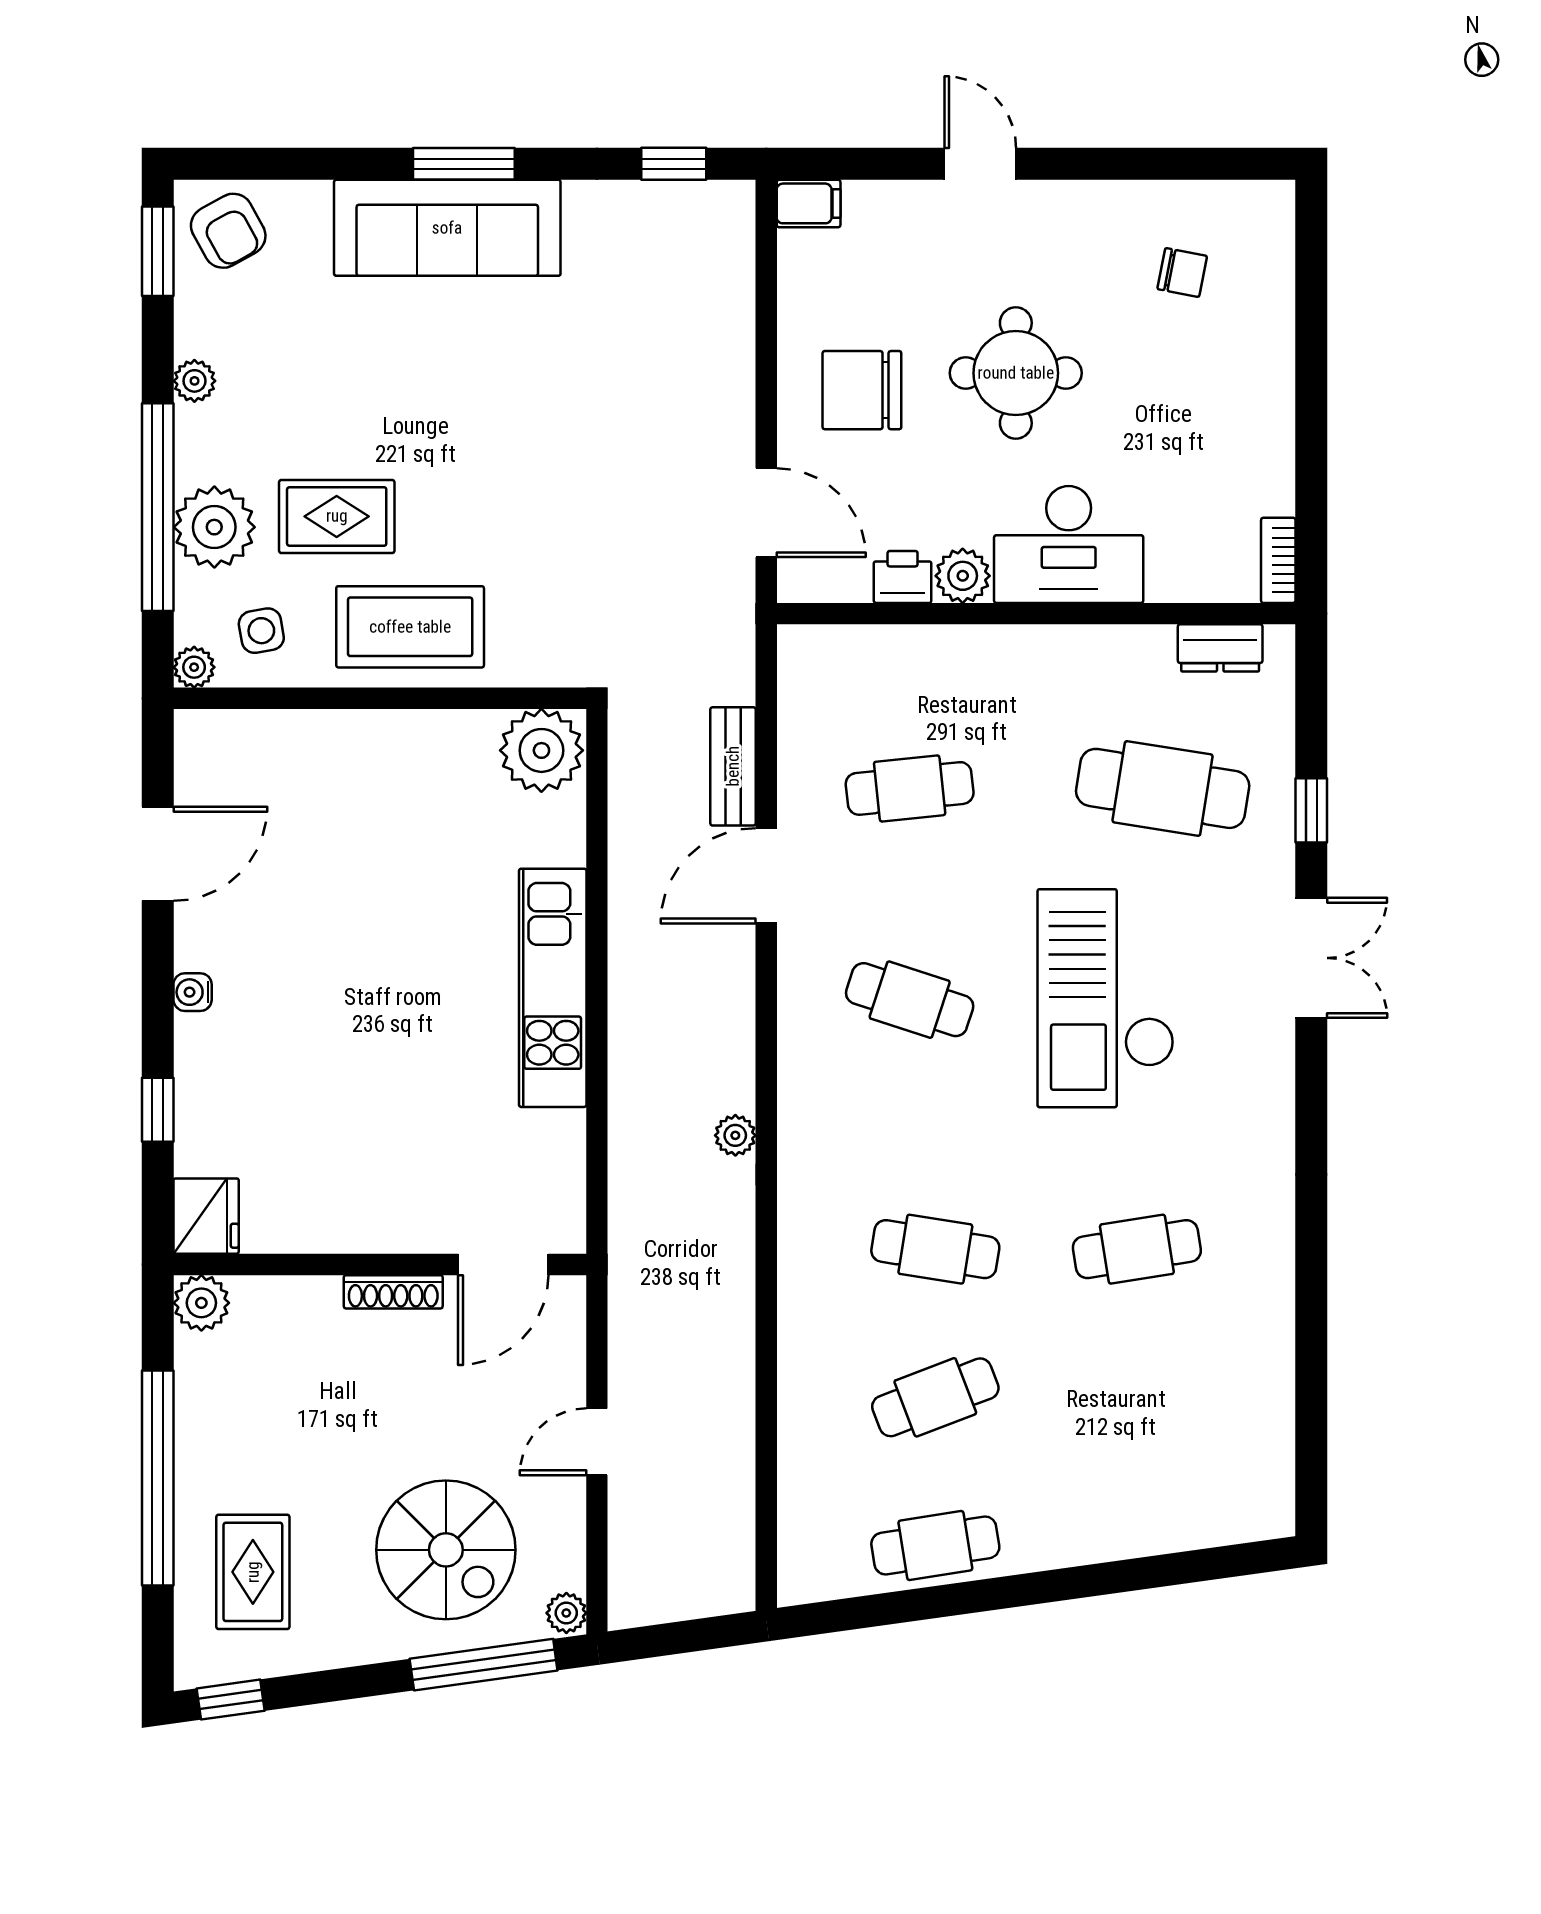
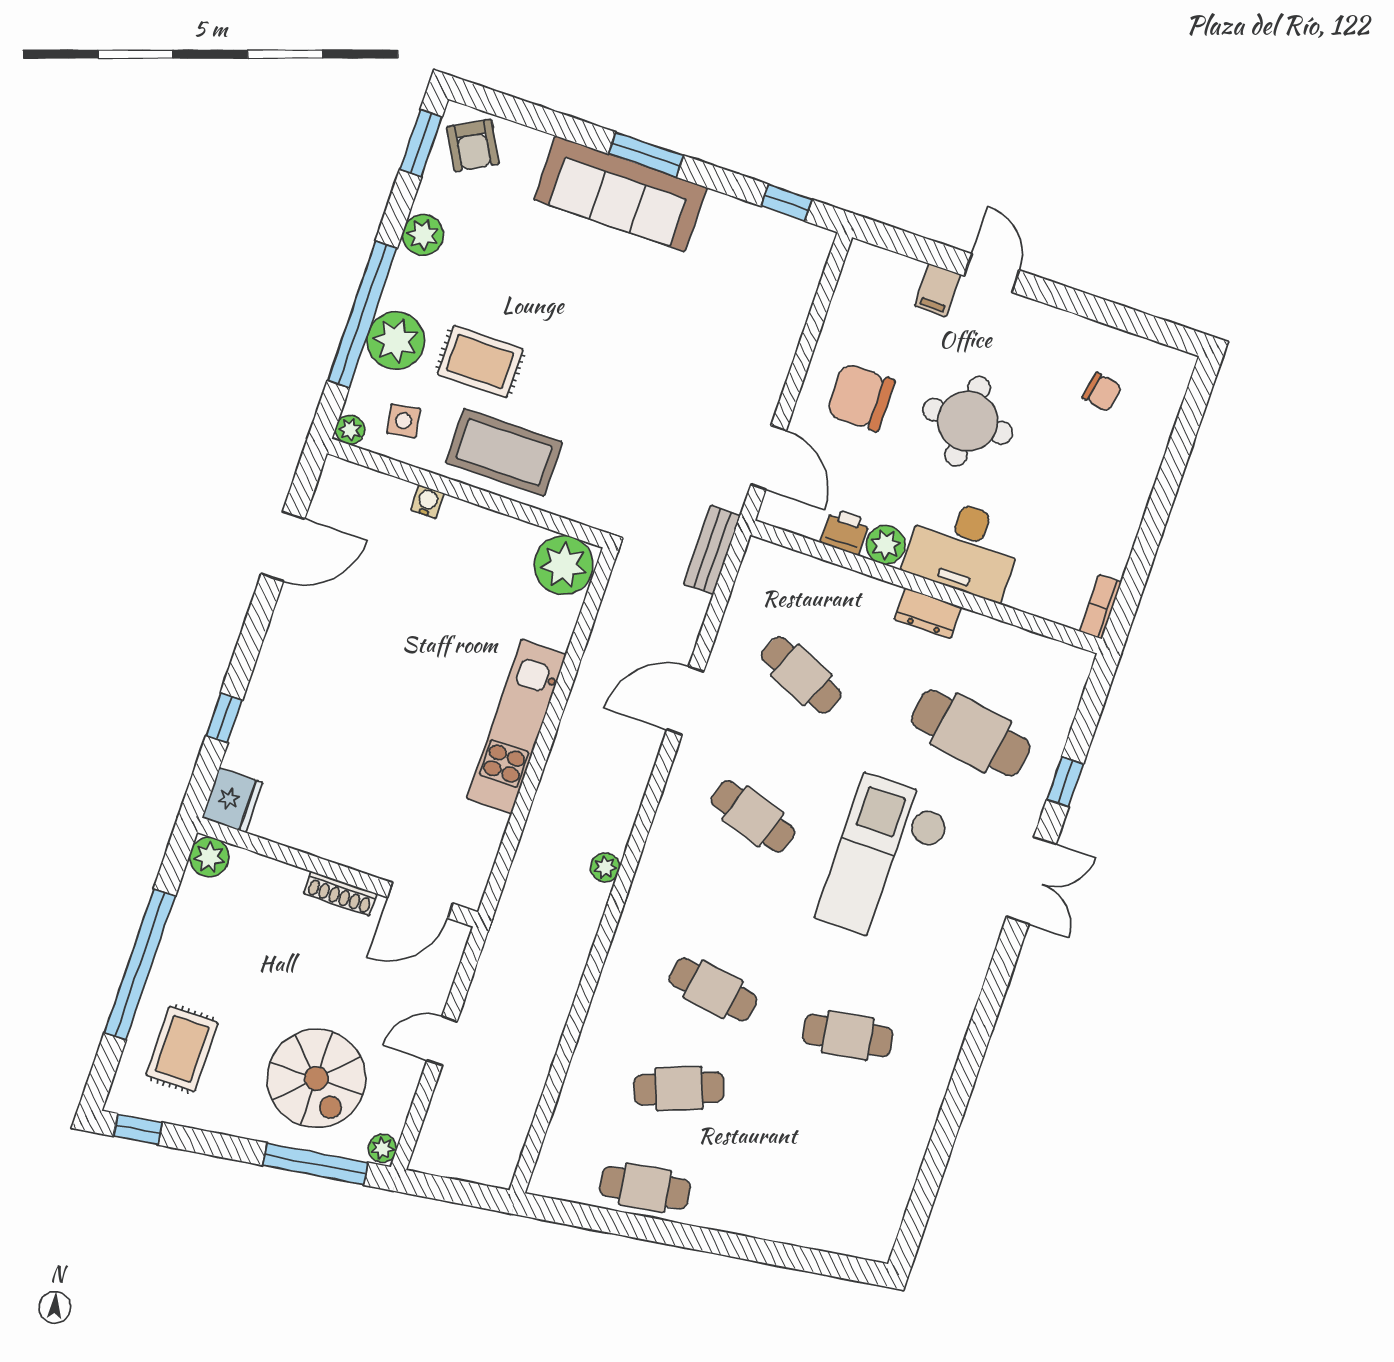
filing cabinet: (809, 203) -> (938, 290), moved, turned 90
plant: (194, 381) -> (423, 235), width x1.38, depth x1.38
dresser: (1220, 648) -> (928, 613), moved
bench: (733, 766) -> (712, 550), moved
cafe table: (910, 788) -> (801, 675), turned 30
water cooler: (193, 992) -> (427, 502), moved, turned 90

